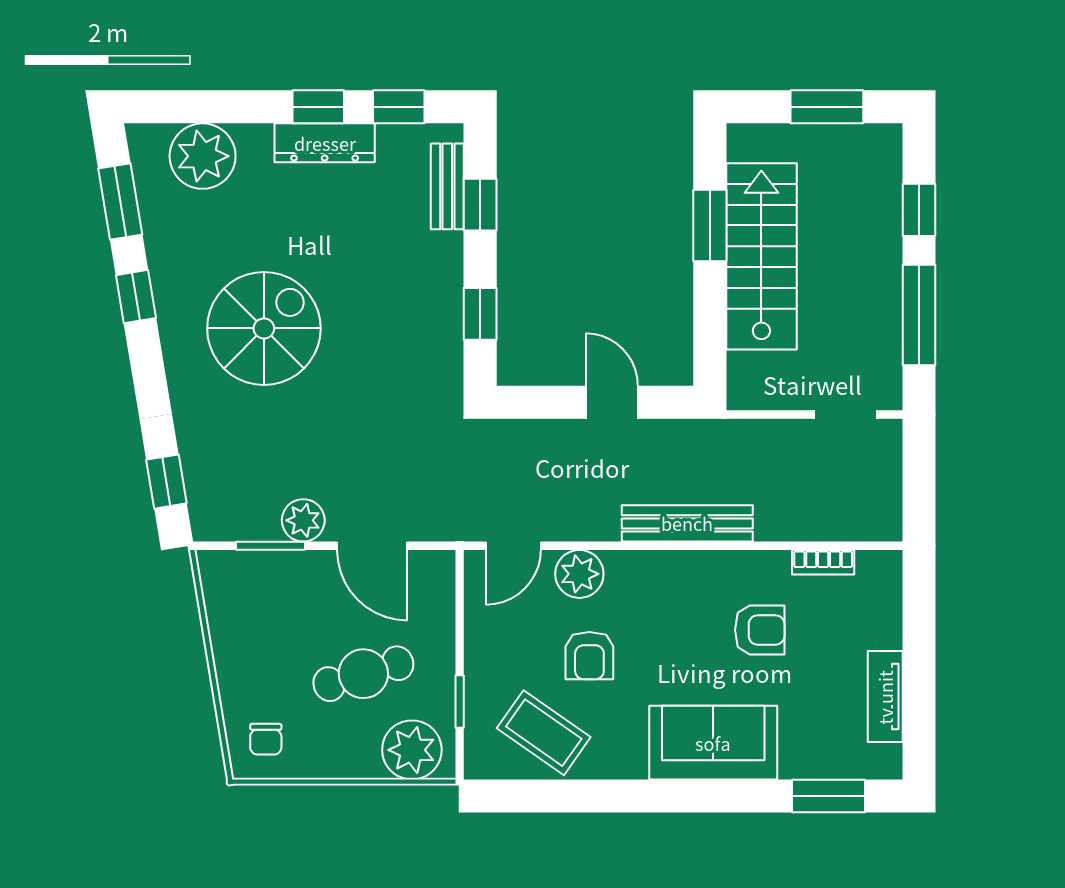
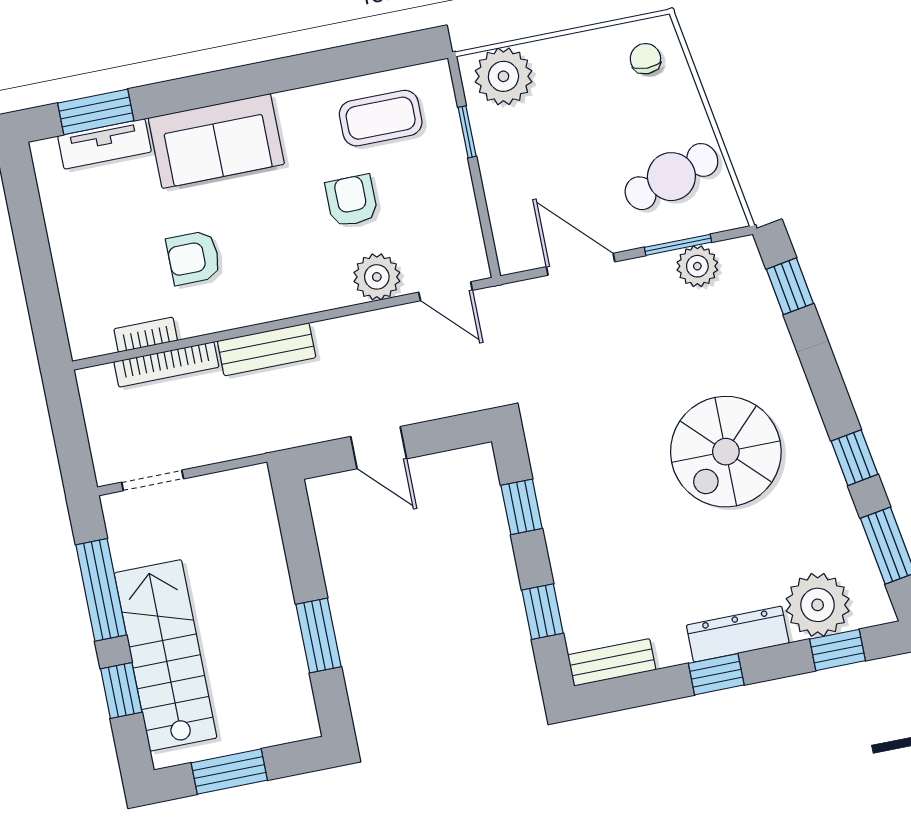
window: (399, 107) -> (837, 650), moved
dresser: (325, 143) -> (738, 634), moved
bench: (447, 186) -> (612, 662), moved, turned 90
stairs: (761, 256) -> (166, 655), moved, turned 180
plant: (303, 520) -> (697, 266), moved
bench: (687, 523) -> (267, 349), width x0.73
bookcase: (808, 528) -> (166, 364), added
door: (513, 546) -> (446, 291), swing flipped
cafe table: (363, 674) -> (671, 177), moved
tv unit: (885, 697) -> (104, 144), moved, turned 90
coffee table: (544, 733) -> (381, 118), turned -35

